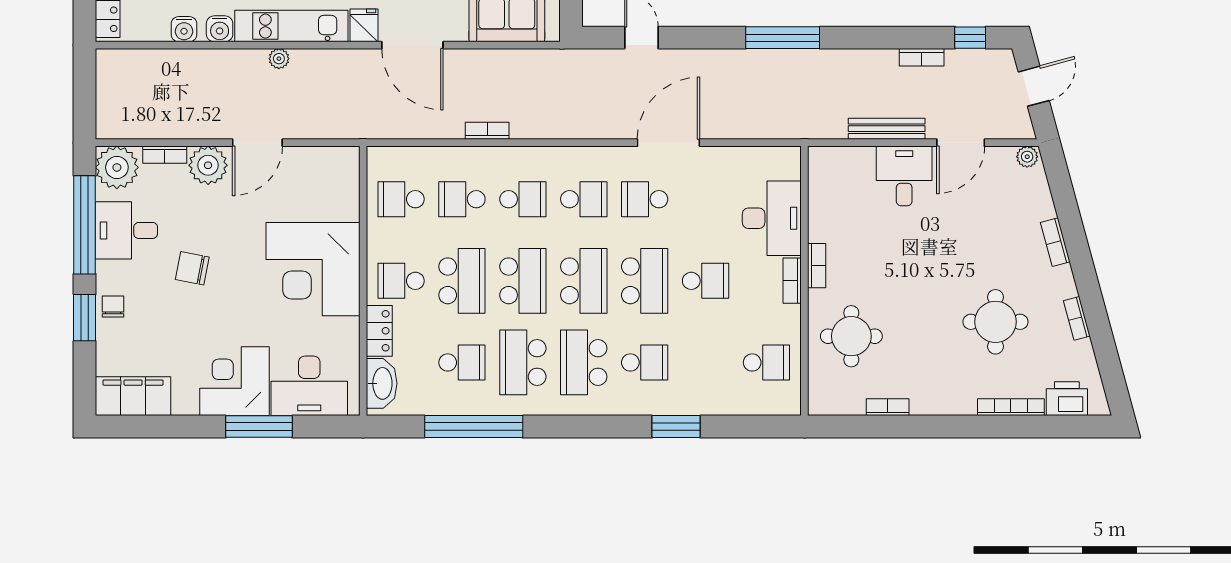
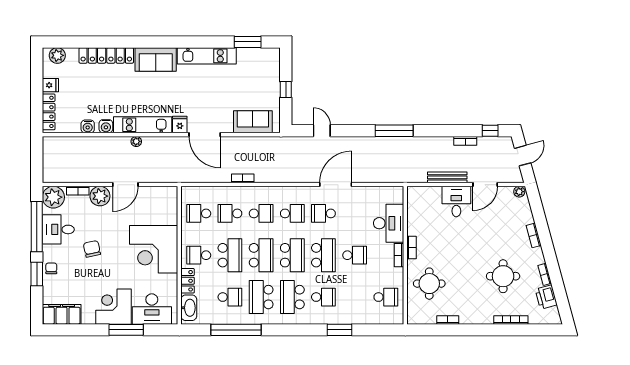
chair: (192, 268) -> (92, 249), turned 67
printer: (1067, 399) -> (546, 297), moved, turned -105

